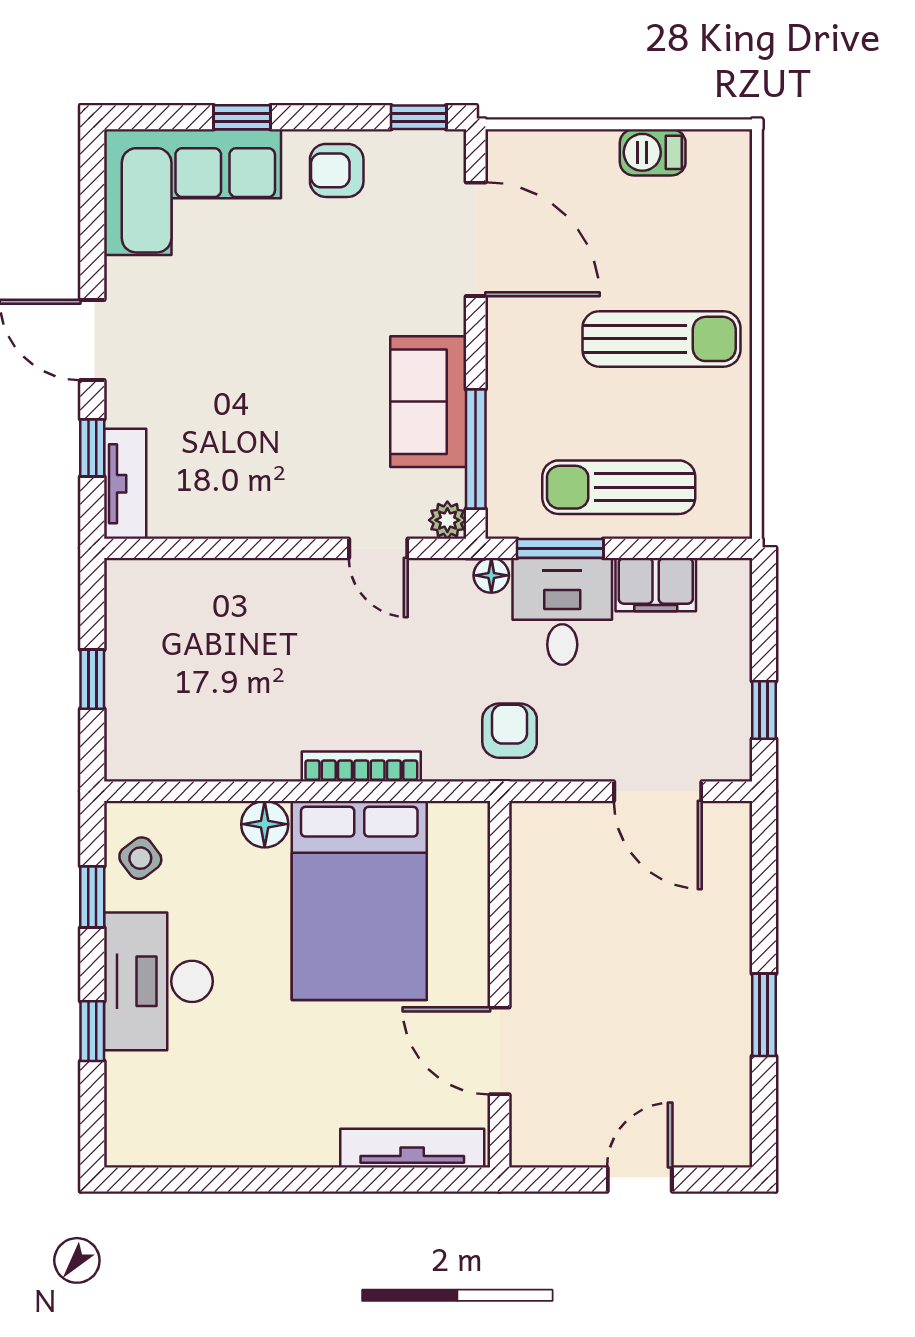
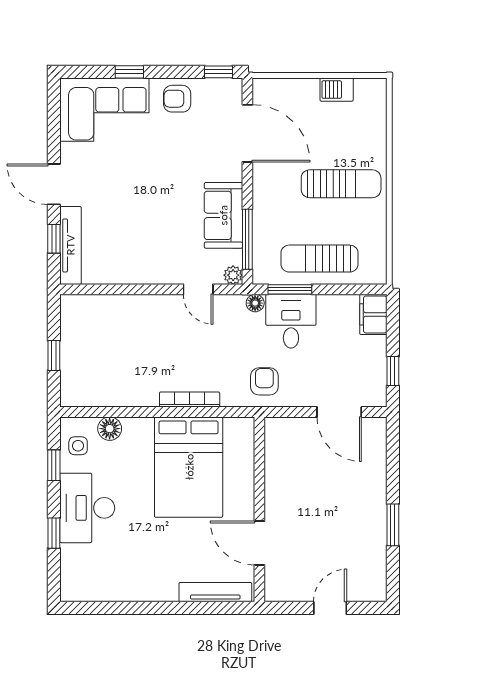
tv unit: (125, 484) -> (70, 245), width x1.41
filing cabinet: (656, 585) -> (373, 314), moved, turned 90
floor lamp: (265, 824) -> (110, 429), moved
side table: (140, 858) -> (78, 446), turned 37

